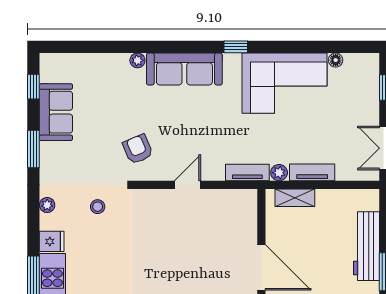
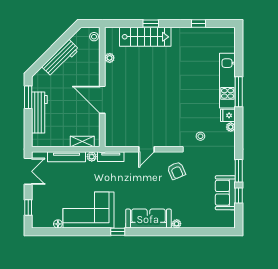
window: (33, 87) -> (239, 195), moved
tv unit: (312, 172) -> (66, 157), width x1.41
plant: (47, 205) -> (231, 127), moved

